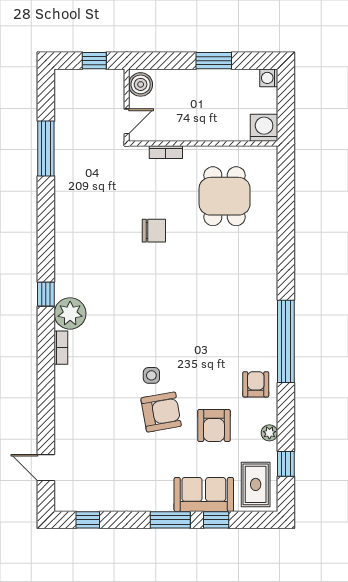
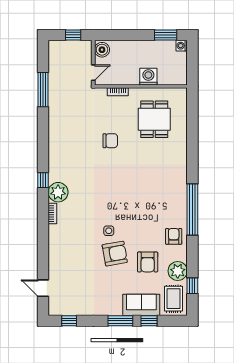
window: (214, 61) -> (166, 35), moved
washing machine: (264, 128) -> (148, 77), moved
plant: (269, 433) -> (178, 271), width x1.88, depth x1.88

